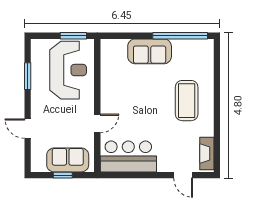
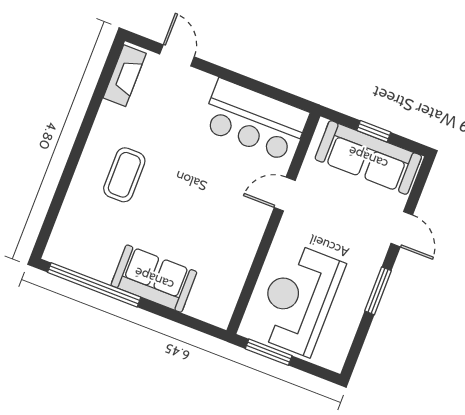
window: (28, 76) -> (378, 291), moved
coffee table: (187, 101) -> (124, 175), width x0.73, depth x0.76
sofa: (68, 160) -> (368, 158), width x1.36

